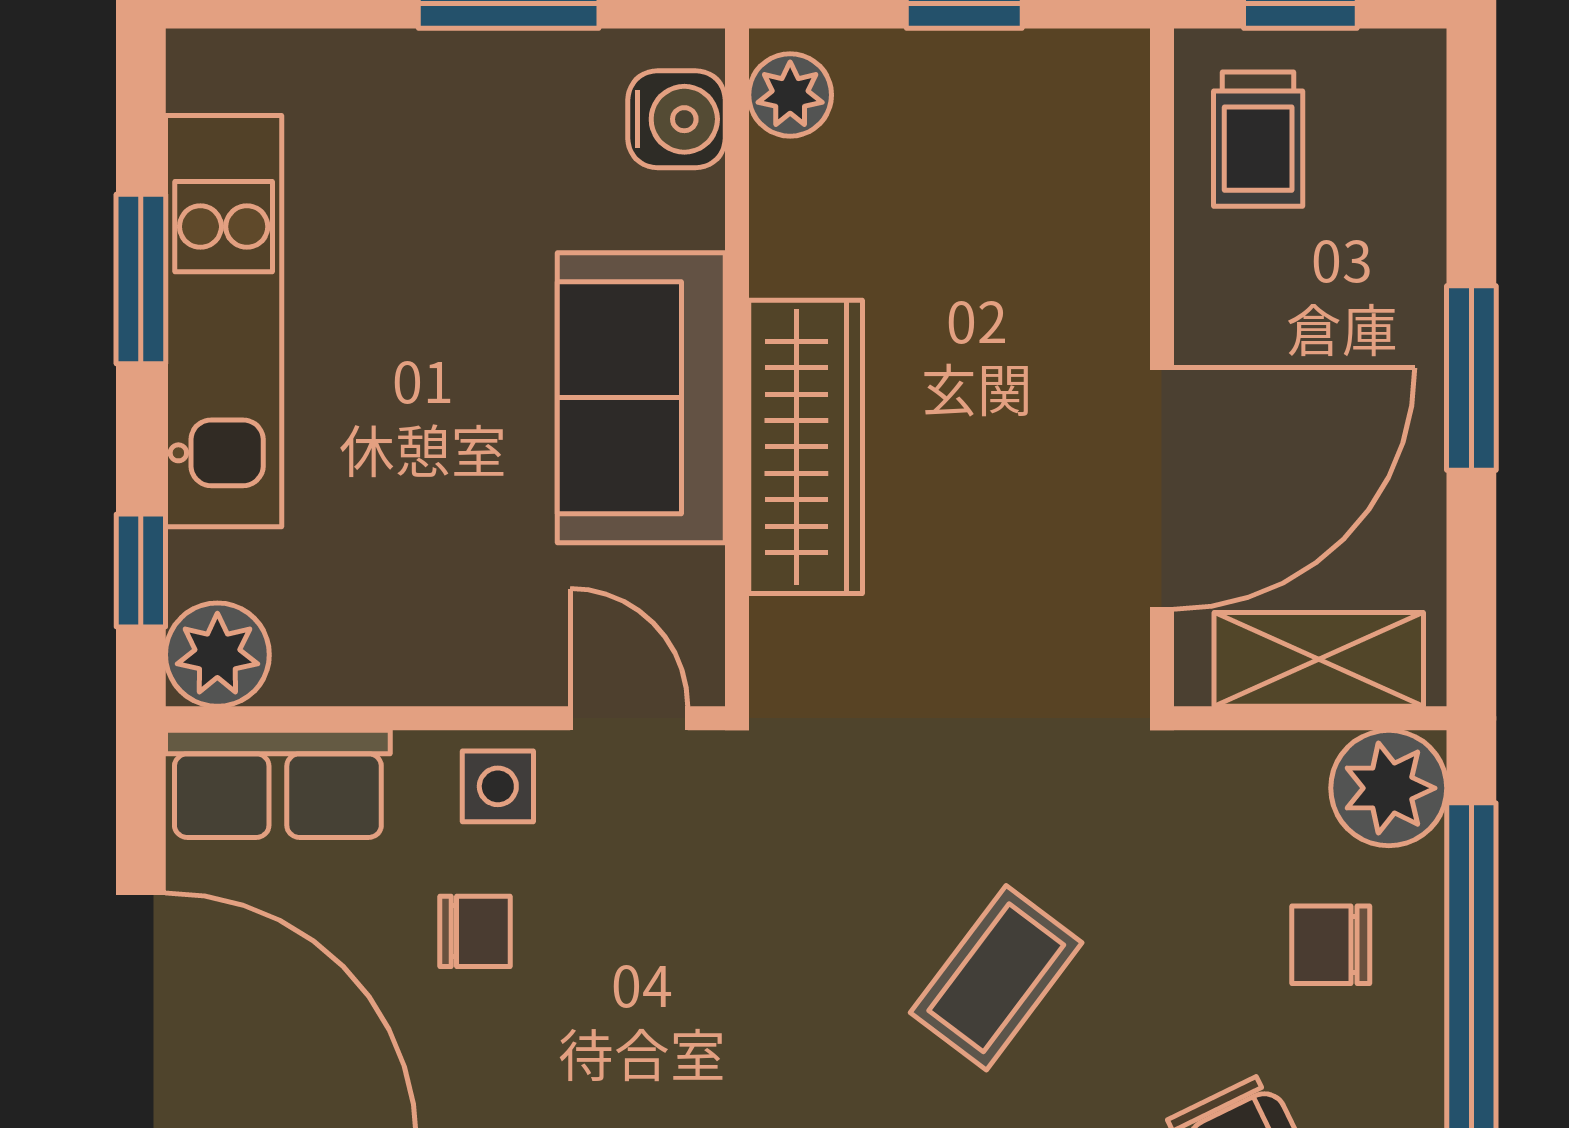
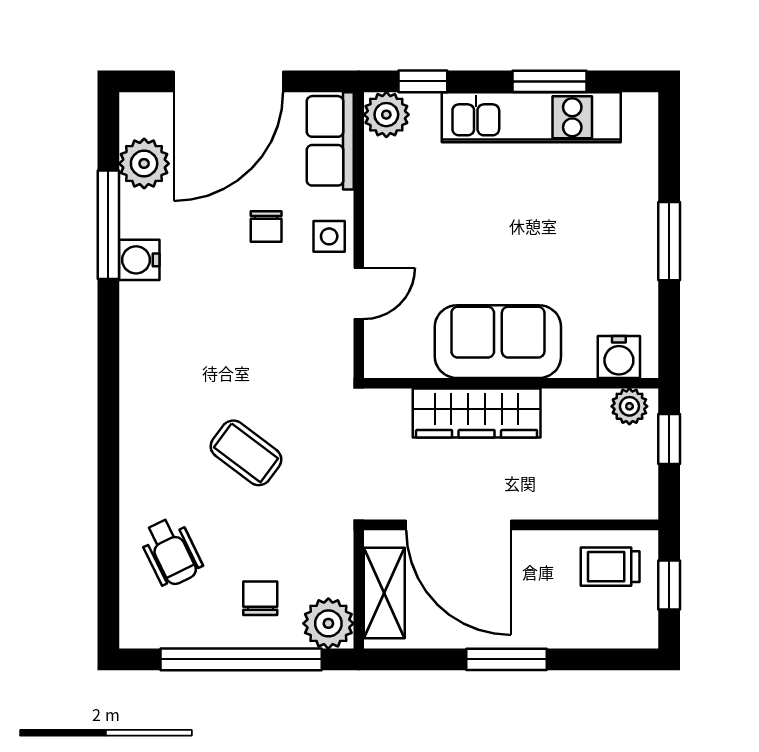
plant: (790, 95) -> (629, 406), moved
water cooler: (677, 119) -> (619, 357), moved
wall: (737, 367) -> (511, 383), moved
sofa: (641, 398) -> (498, 342), moved
wardrobe: (806, 447) -> (477, 413), moved

